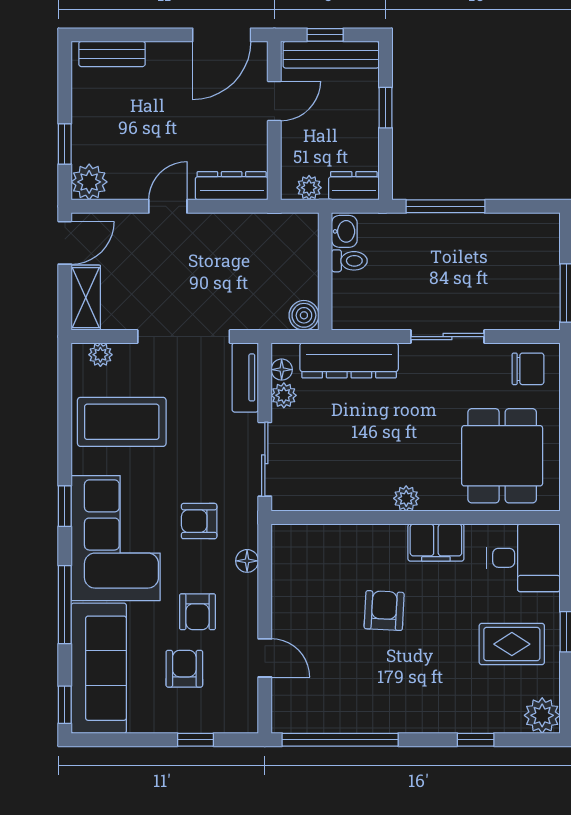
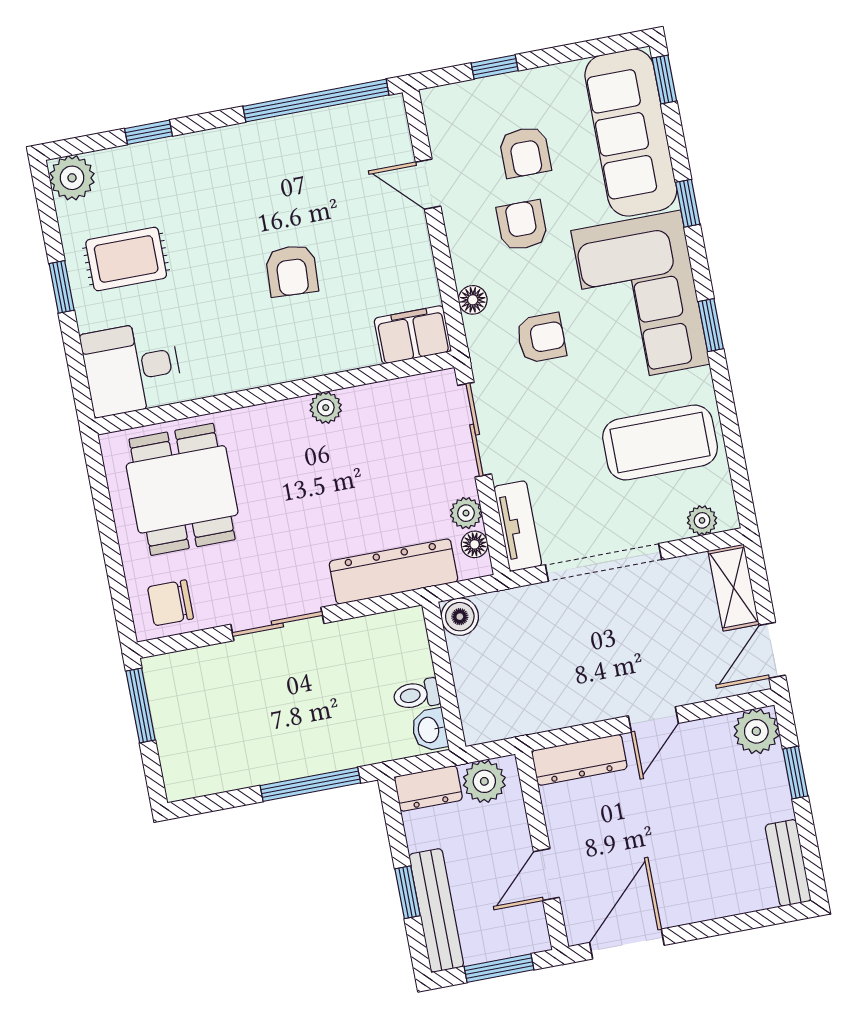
window: (325, 35) -> (499, 968), width x1.50
bench: (112, 54) -> (788, 863), moved, turned 90
bench: (331, 55) -> (436, 910), moved, turned 90
plant: (309, 188) -> (484, 781), width x1.38, depth x1.38
plant: (406, 498) -> (326, 408), moved
filing cabinet: (436, 543) -> (413, 335), moved
window: (65, 605) -> (688, 203), width x0.46

